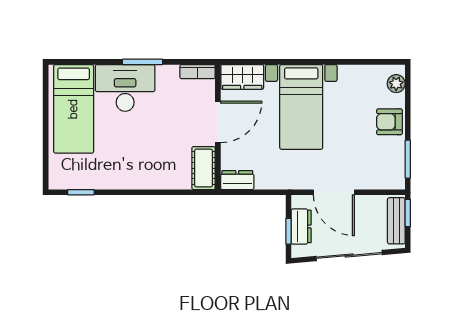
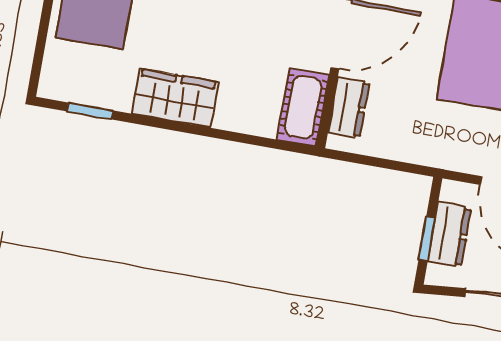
wardrobe: (129, 176) -> (175, 98), added
dresser: (237, 180) -> (349, 108), moved, turned 90

